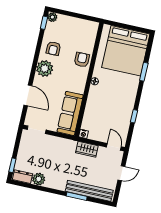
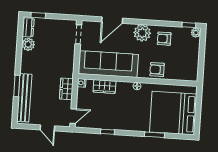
armchair: (82, 60) -> (157, 70), turned 180
wardrobe: (90, 112) -> (104, 87), added
sofa: (70, 113) -> (108, 64), width x1.36, depth x1.27

